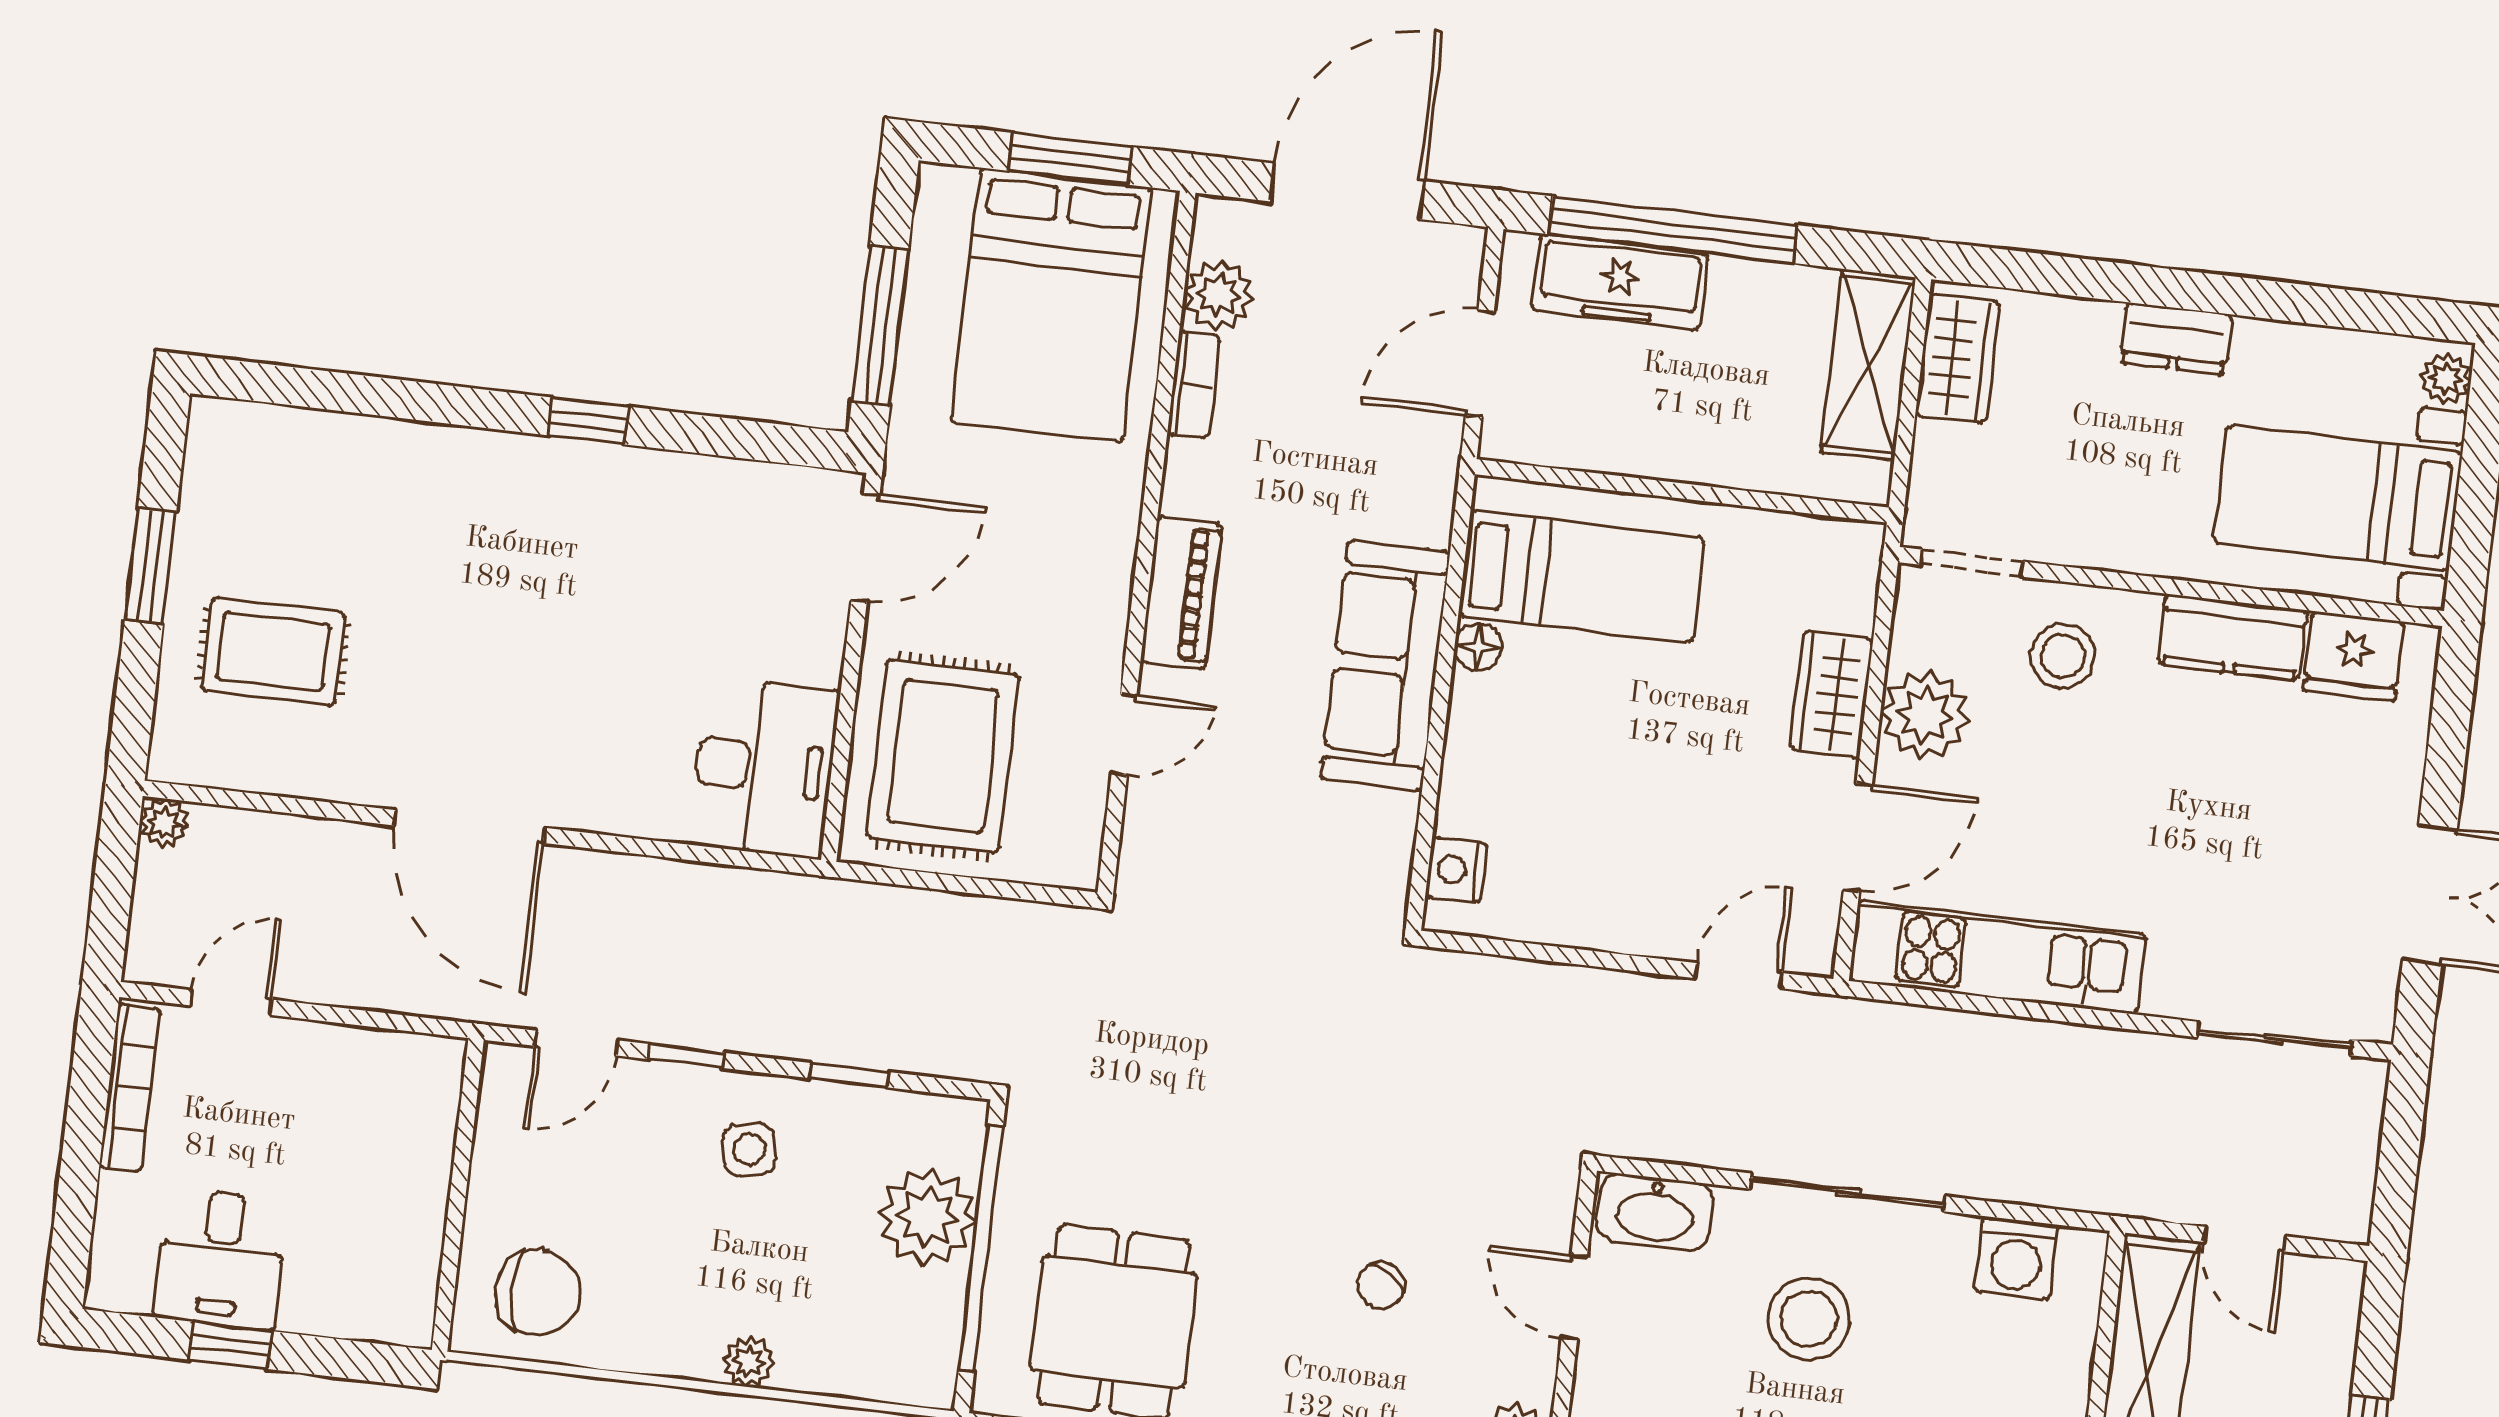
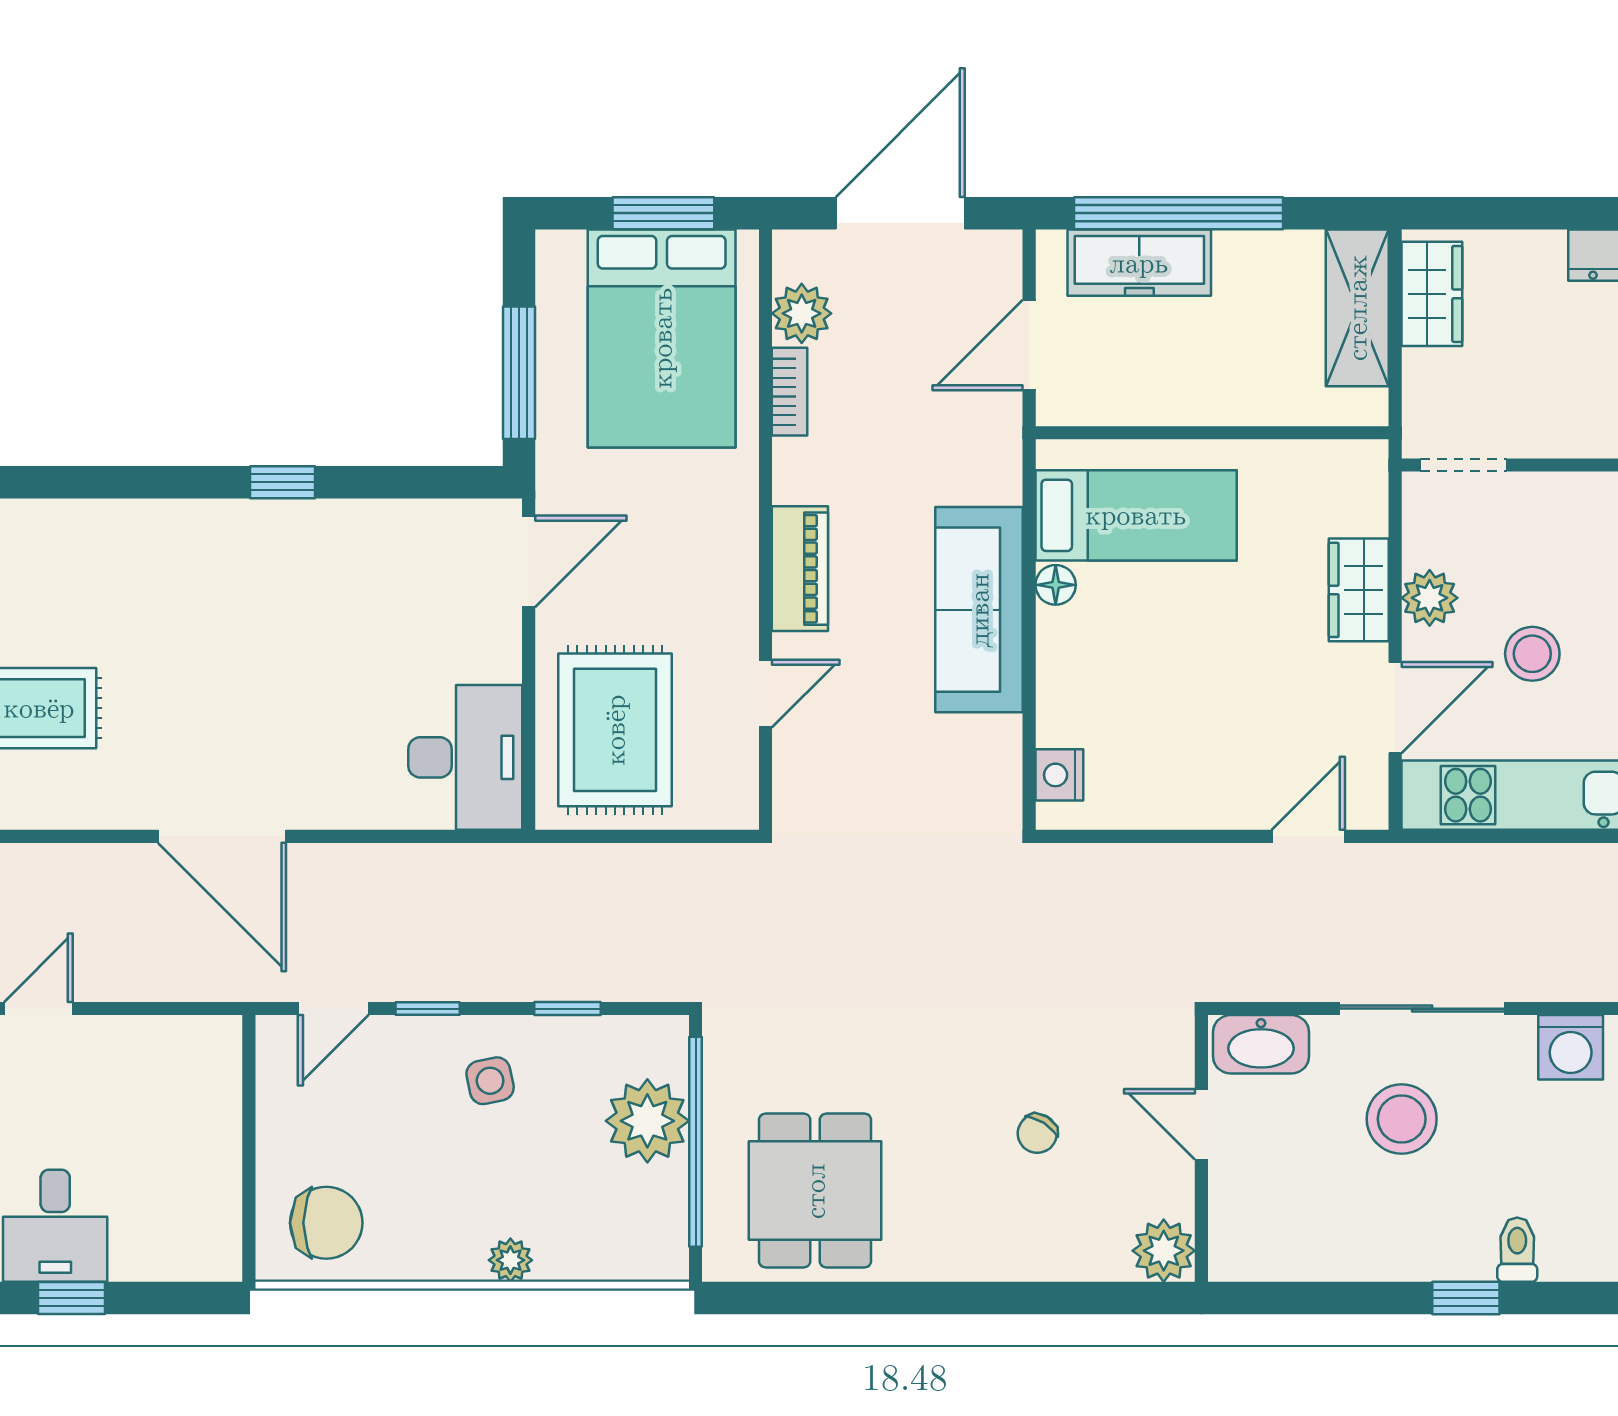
stool: (2063, 656) -> (1532, 654), moved
plant: (1925, 715) -> (1430, 598), width x0.73, depth x0.73

